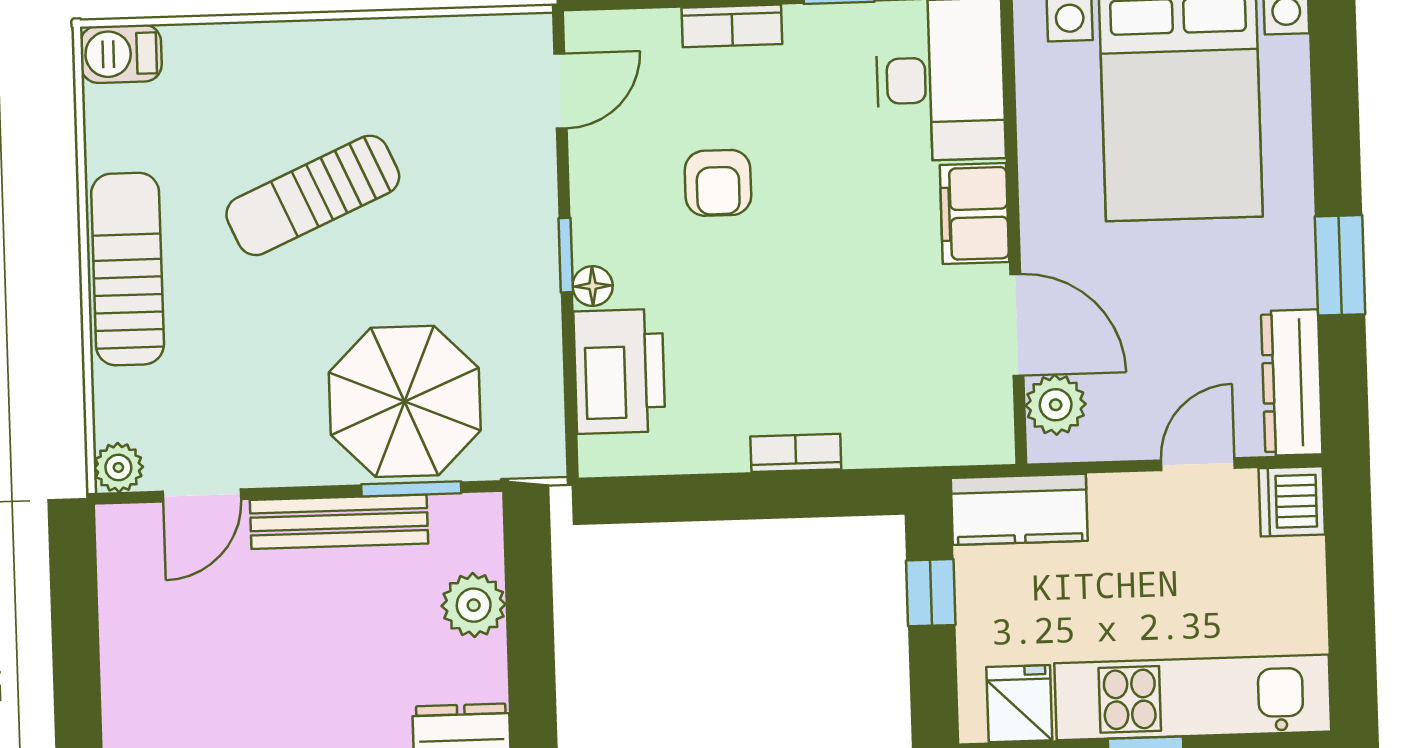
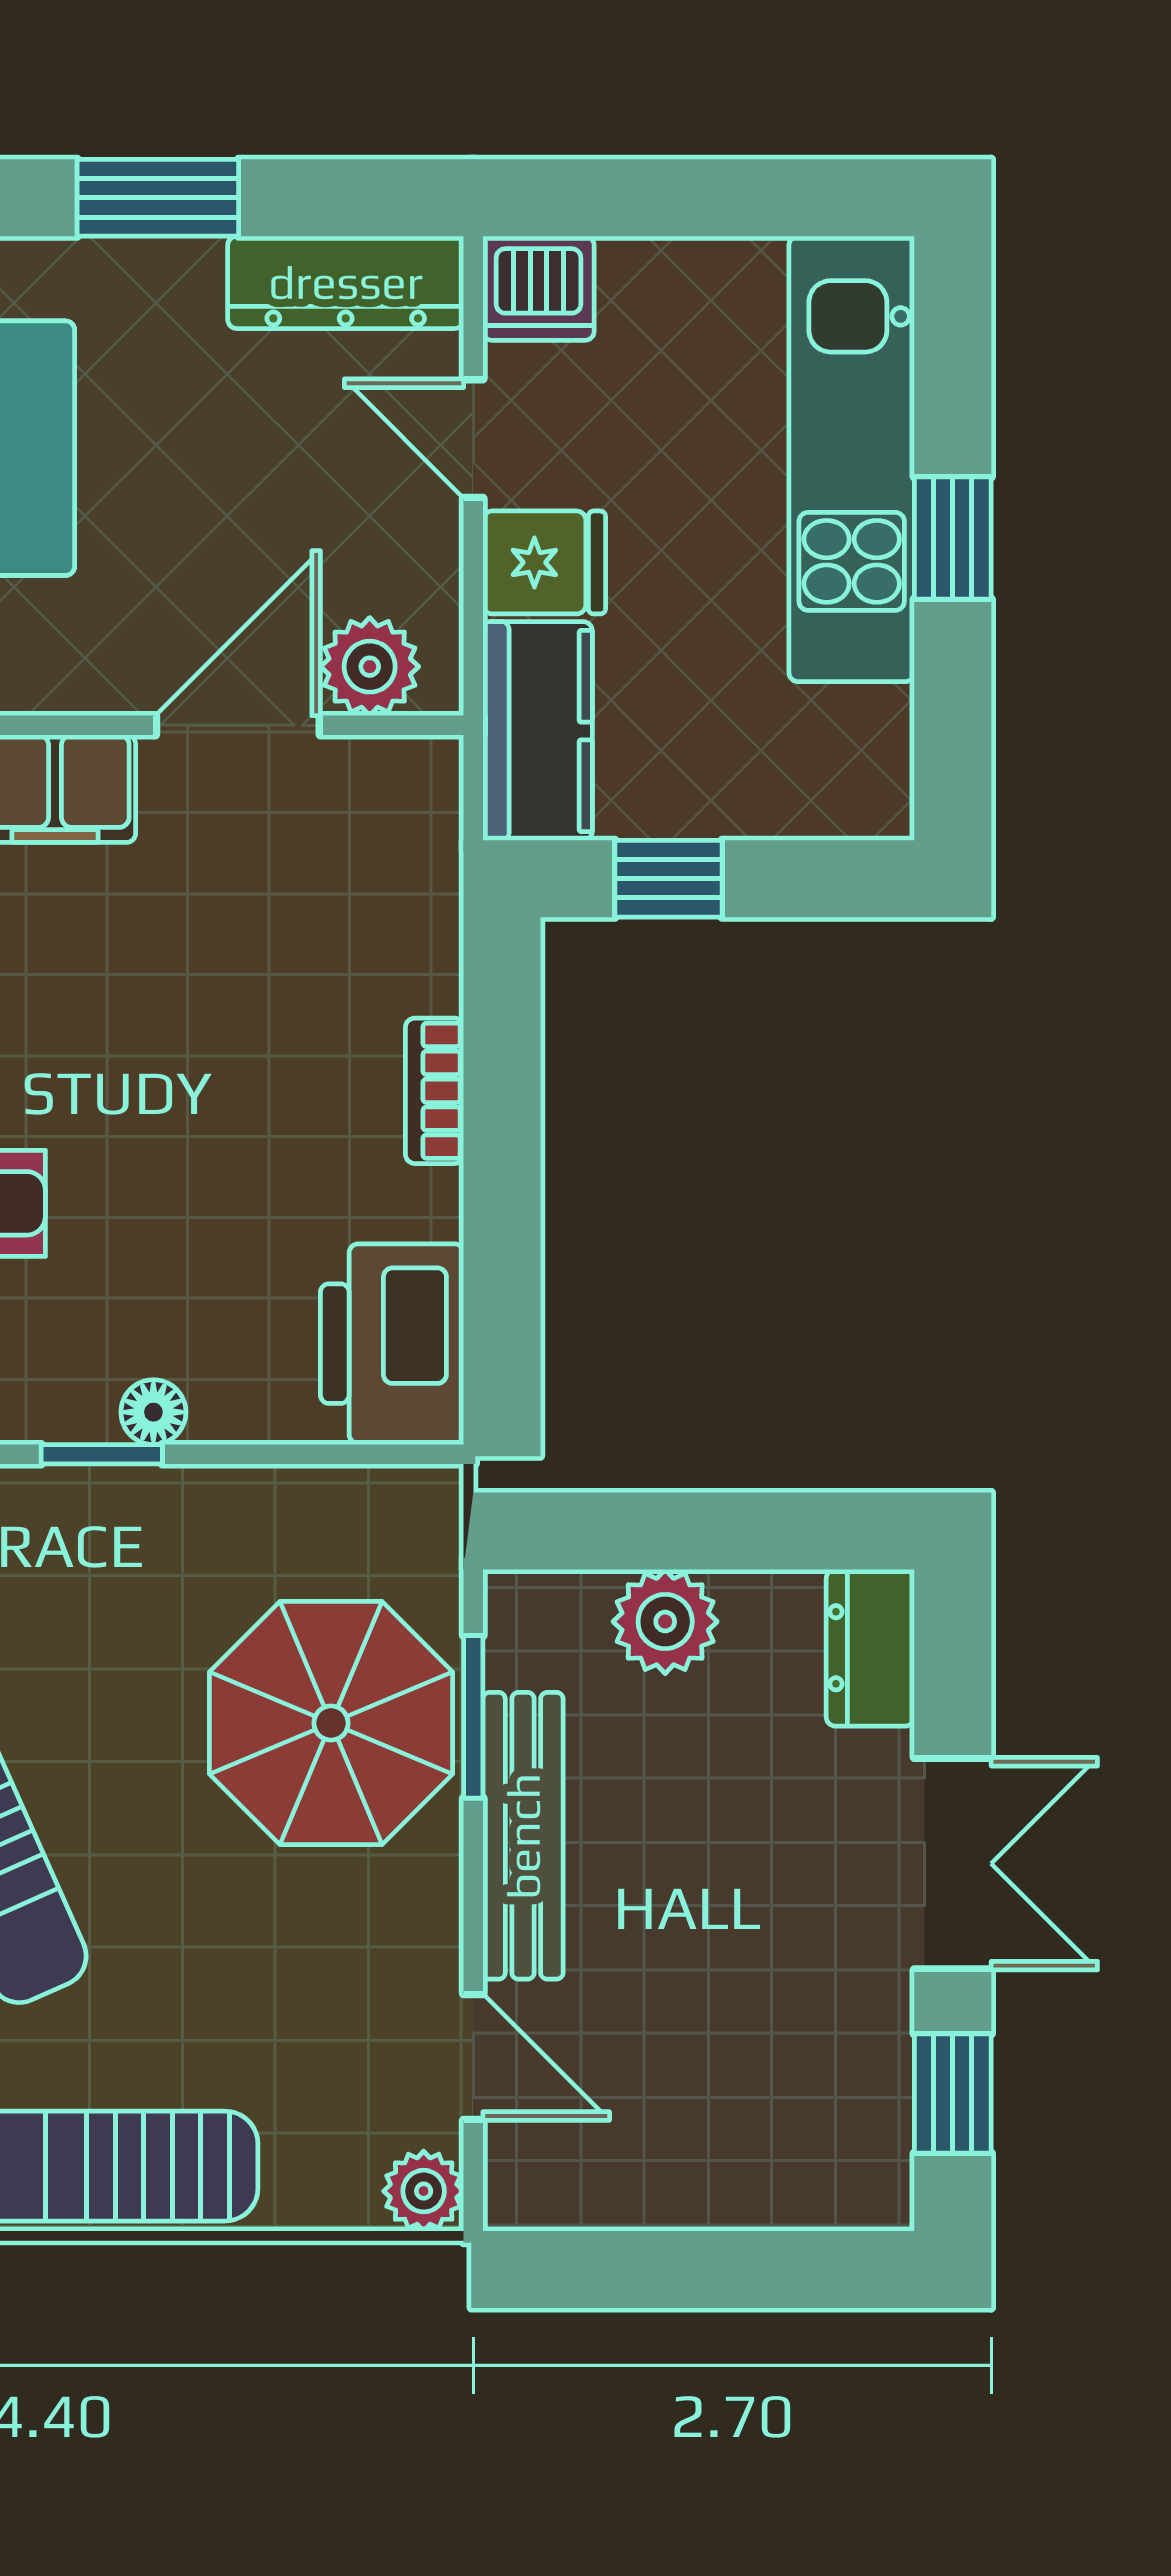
printer: (619, 371) -> (392, 1344), moved, turned -90
fridge: (1019, 704) -> (544, 562), moved, turned 180

